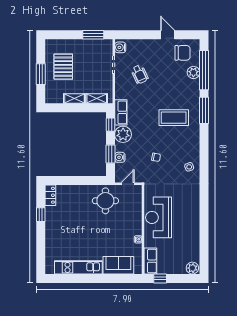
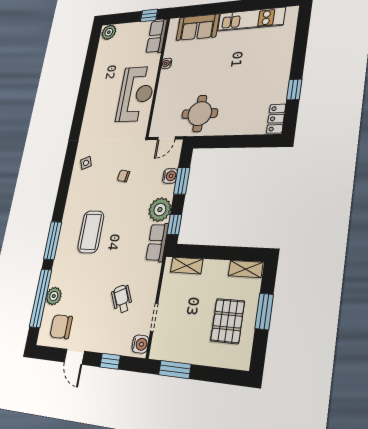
window: (140, 35) -> (110, 361), added
shelving: (74, 99) -> (246, 269), moved
coffee table: (174, 118) -> (91, 232), turned 90

